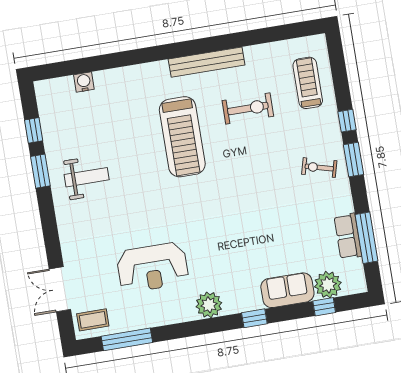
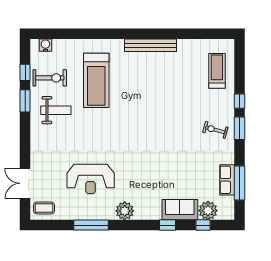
water cooler: (84, 82) -> (45, 45), moved
exercise bike: (248, 108) -> (50, 78), moved
treadmill: (182, 137) -> (96, 80), moved
window: (254, 318) -> (167, 225), moved
window: (127, 339) -> (91, 225), moved

